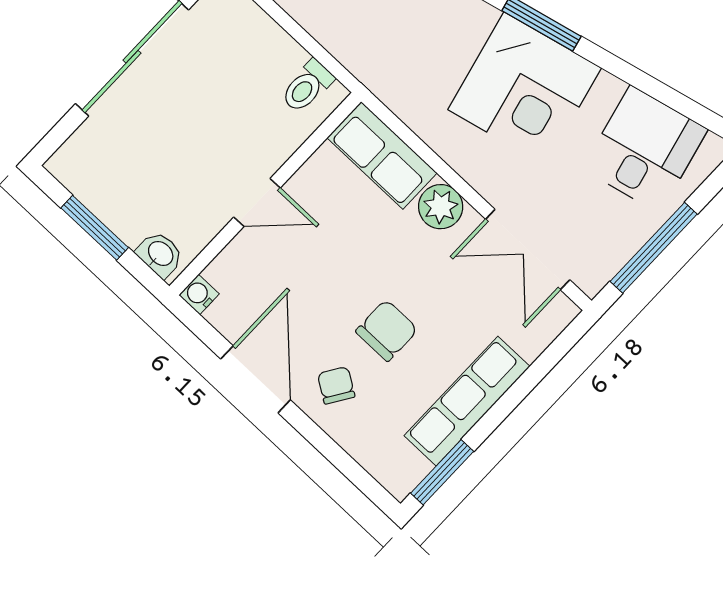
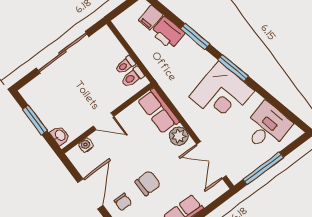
toilet: (285, 61) -> (125, 65), added
water cooler: (199, 294) -> (86, 145), moved
chair: (336, 385) -> (123, 202), turned 147

